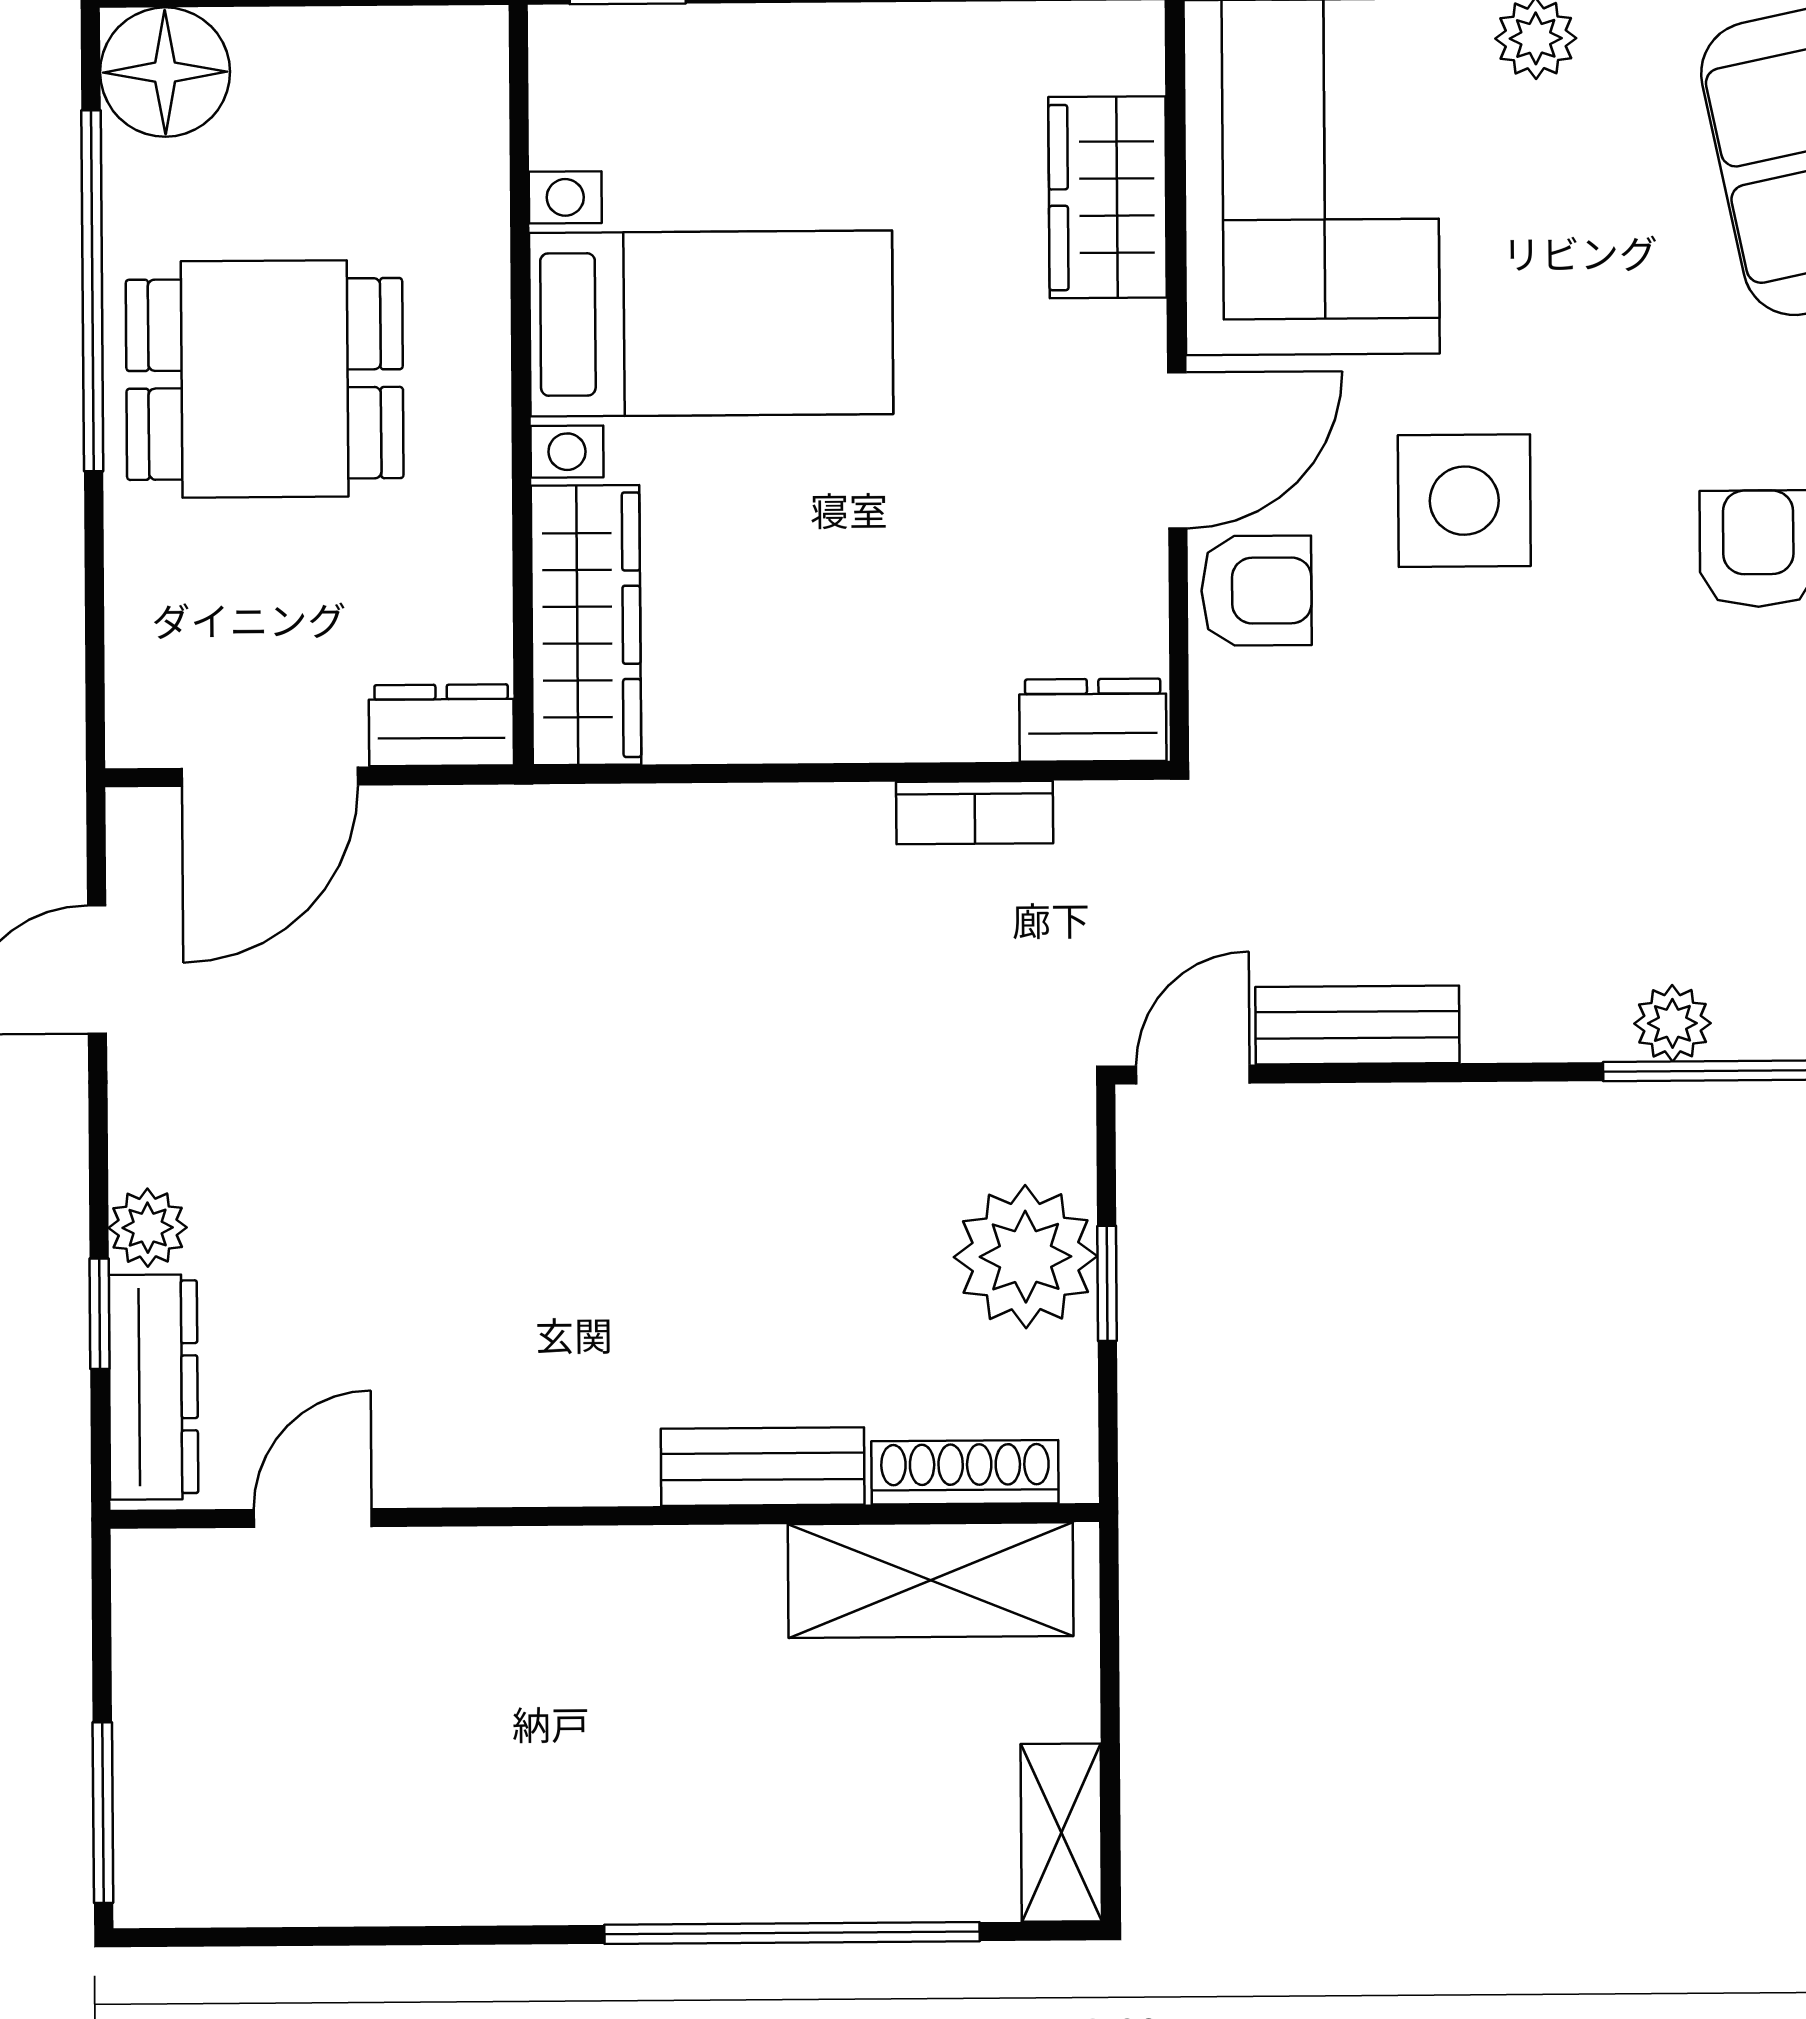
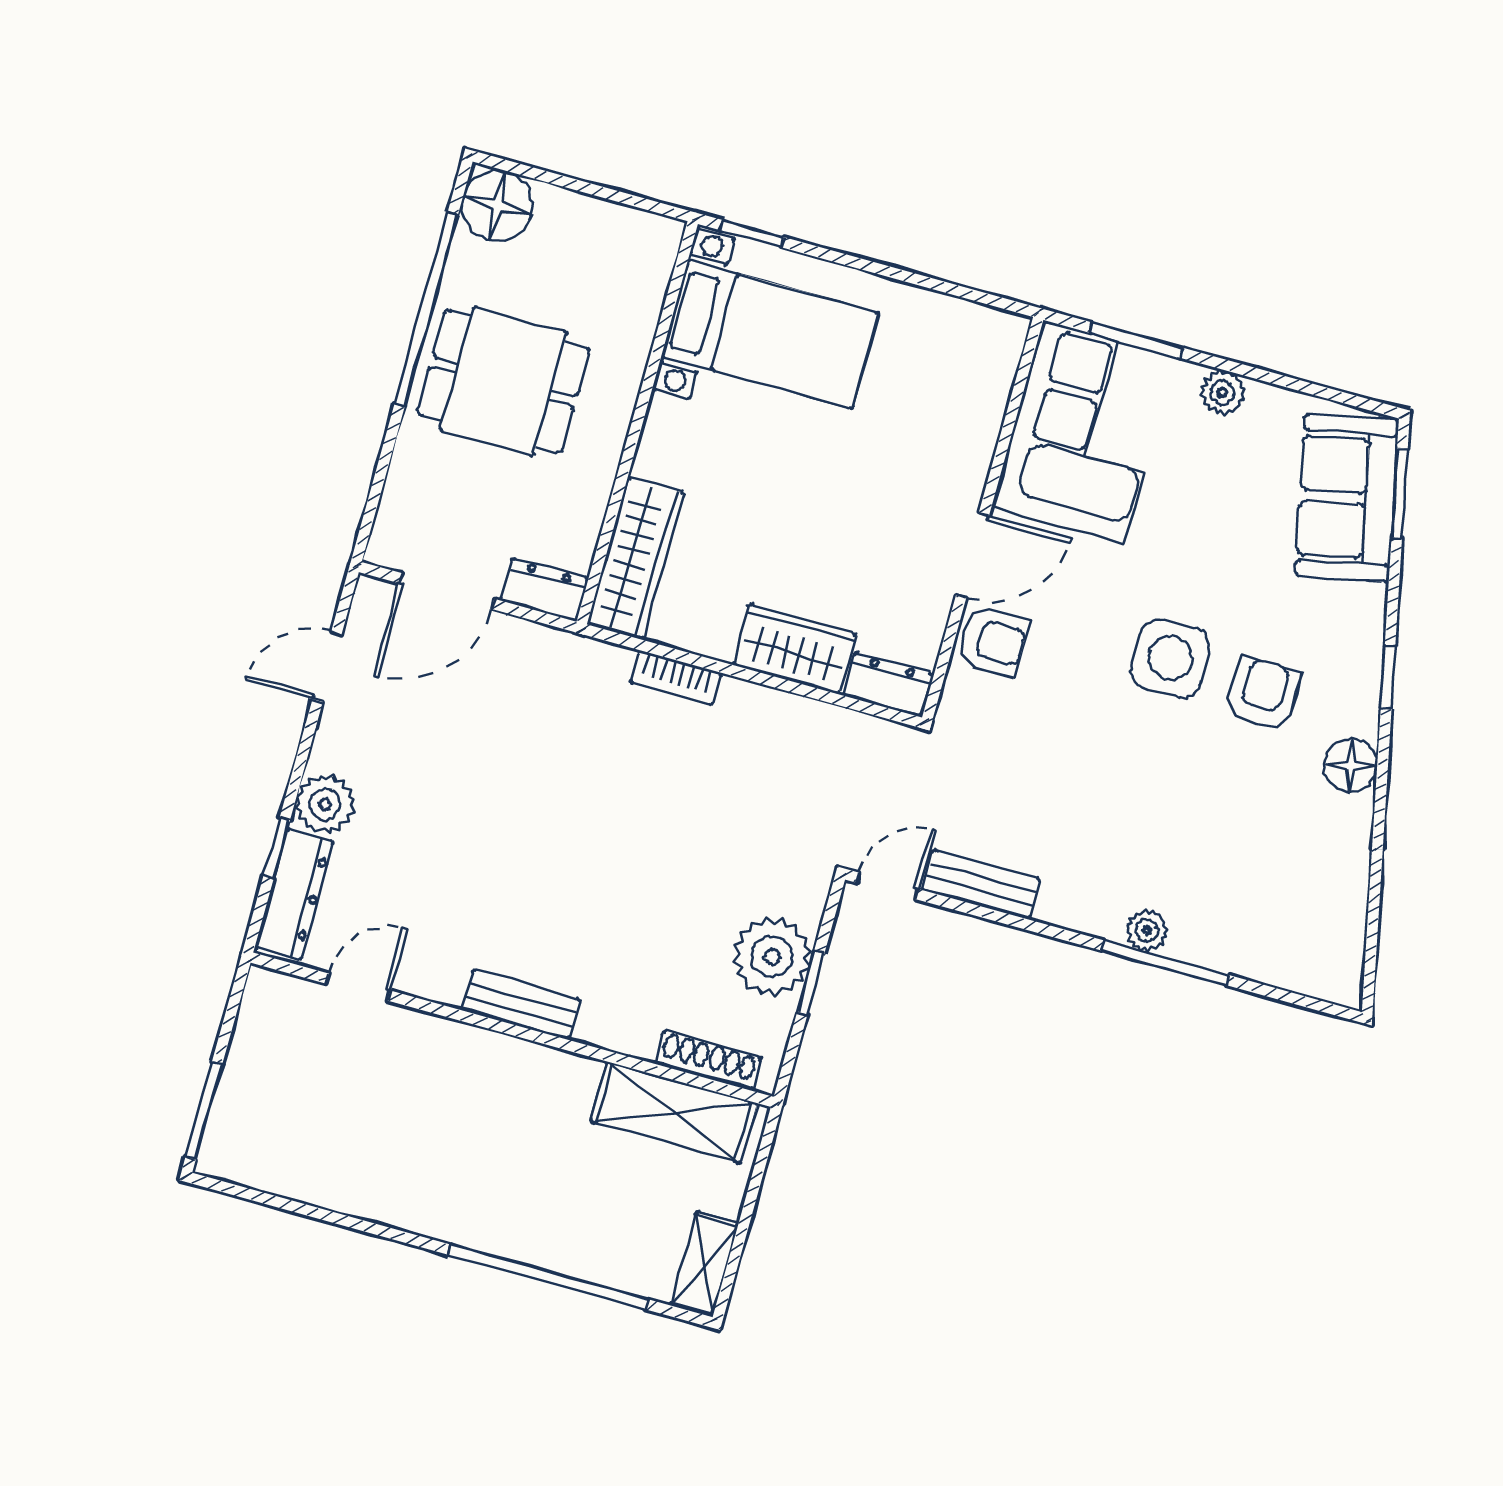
wardrobe: (1108, 197) -> (795, 649), moved, turned 90
bed with nightstands: (711, 323) -> (770, 334), moved
side table: (1464, 501) -> (1170, 658), moved
bookcase: (975, 813) -> (676, 678), moved
plant: (148, 1228) -> (325, 804), width x1.38, depth x1.38
bench: (763, 1467) -> (521, 1005), moved

